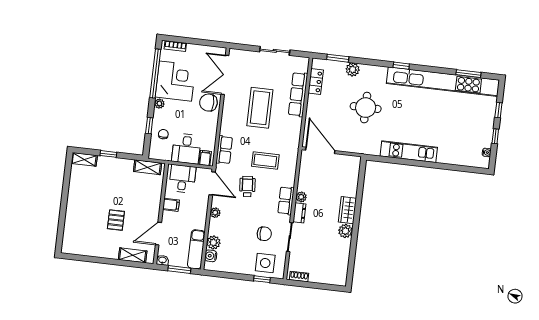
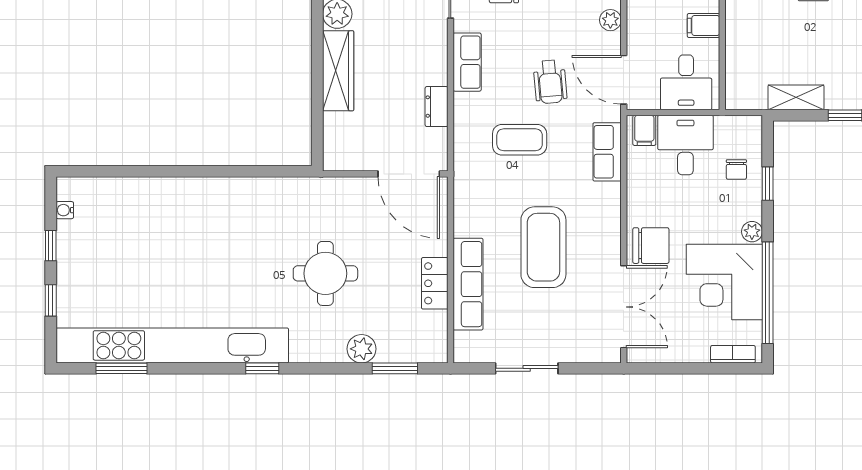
locker: (316, 82) -> (435, 283), moved
kitchen unit: (409, 152) -> (226, 193), removed
shelving: (148, 167) -> (796, 97), moved
plant: (301, 197) -> (437, 73), removed
wardrobe: (347, 210) -> (338, 71), width x1.50
dresser: (299, 213) -> (437, 107), moved

